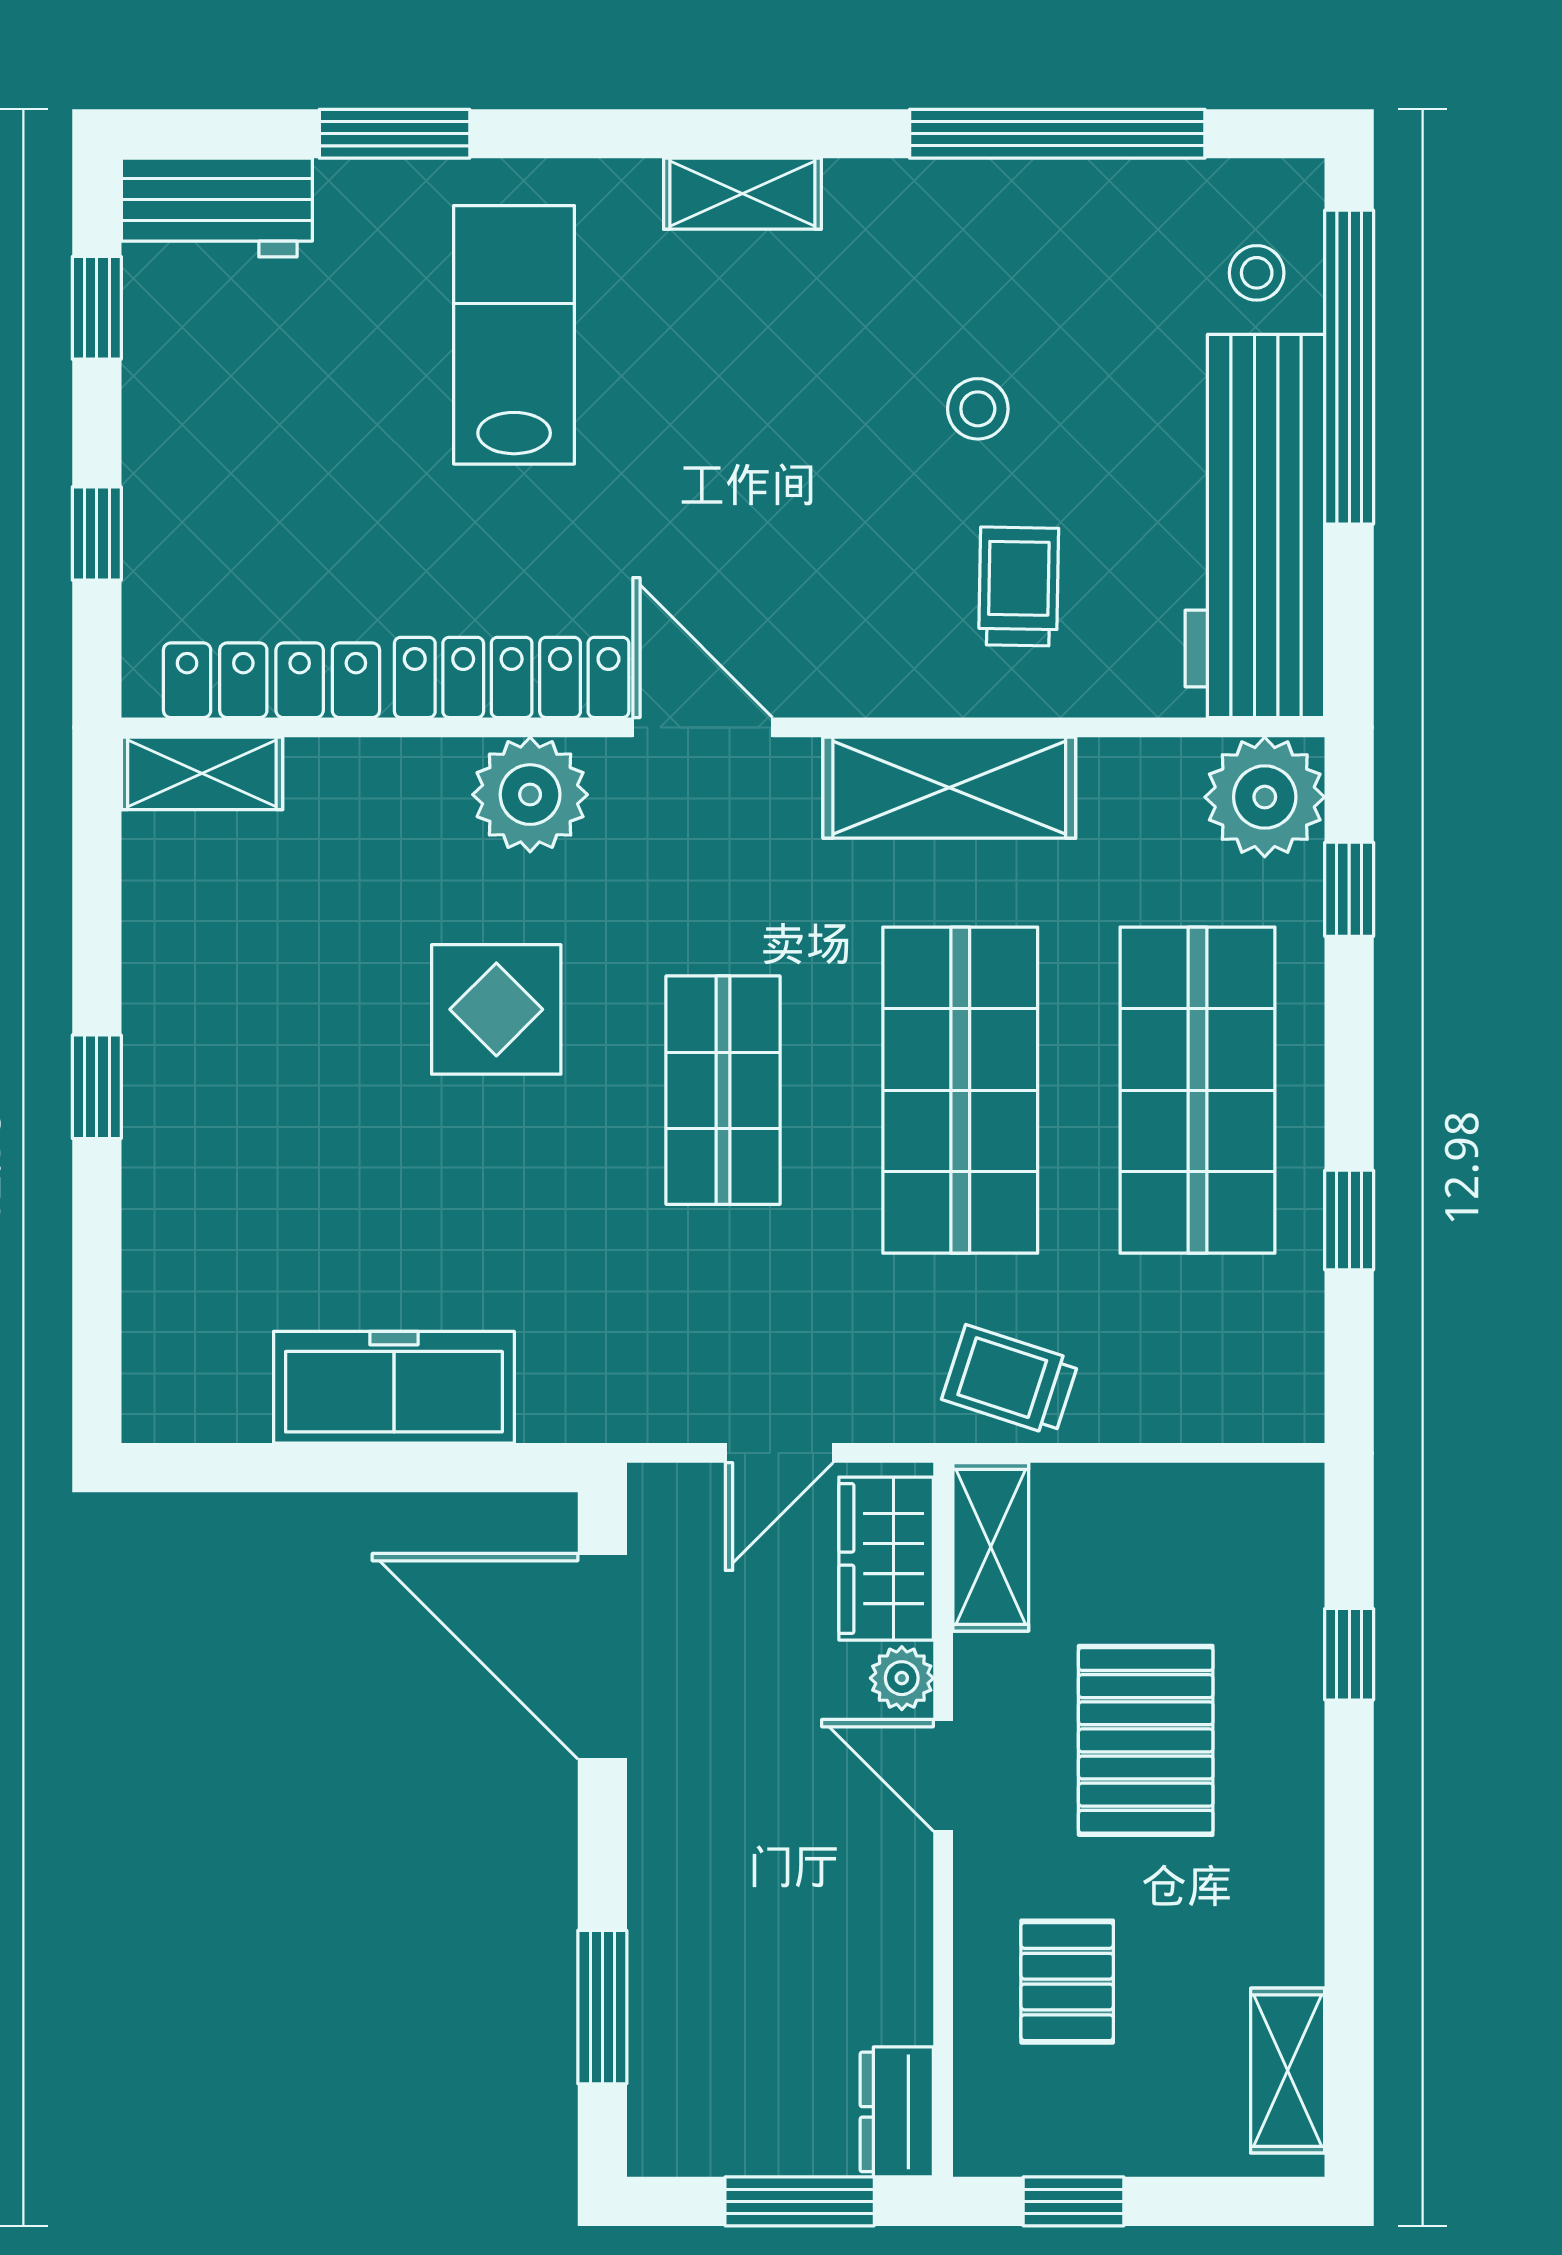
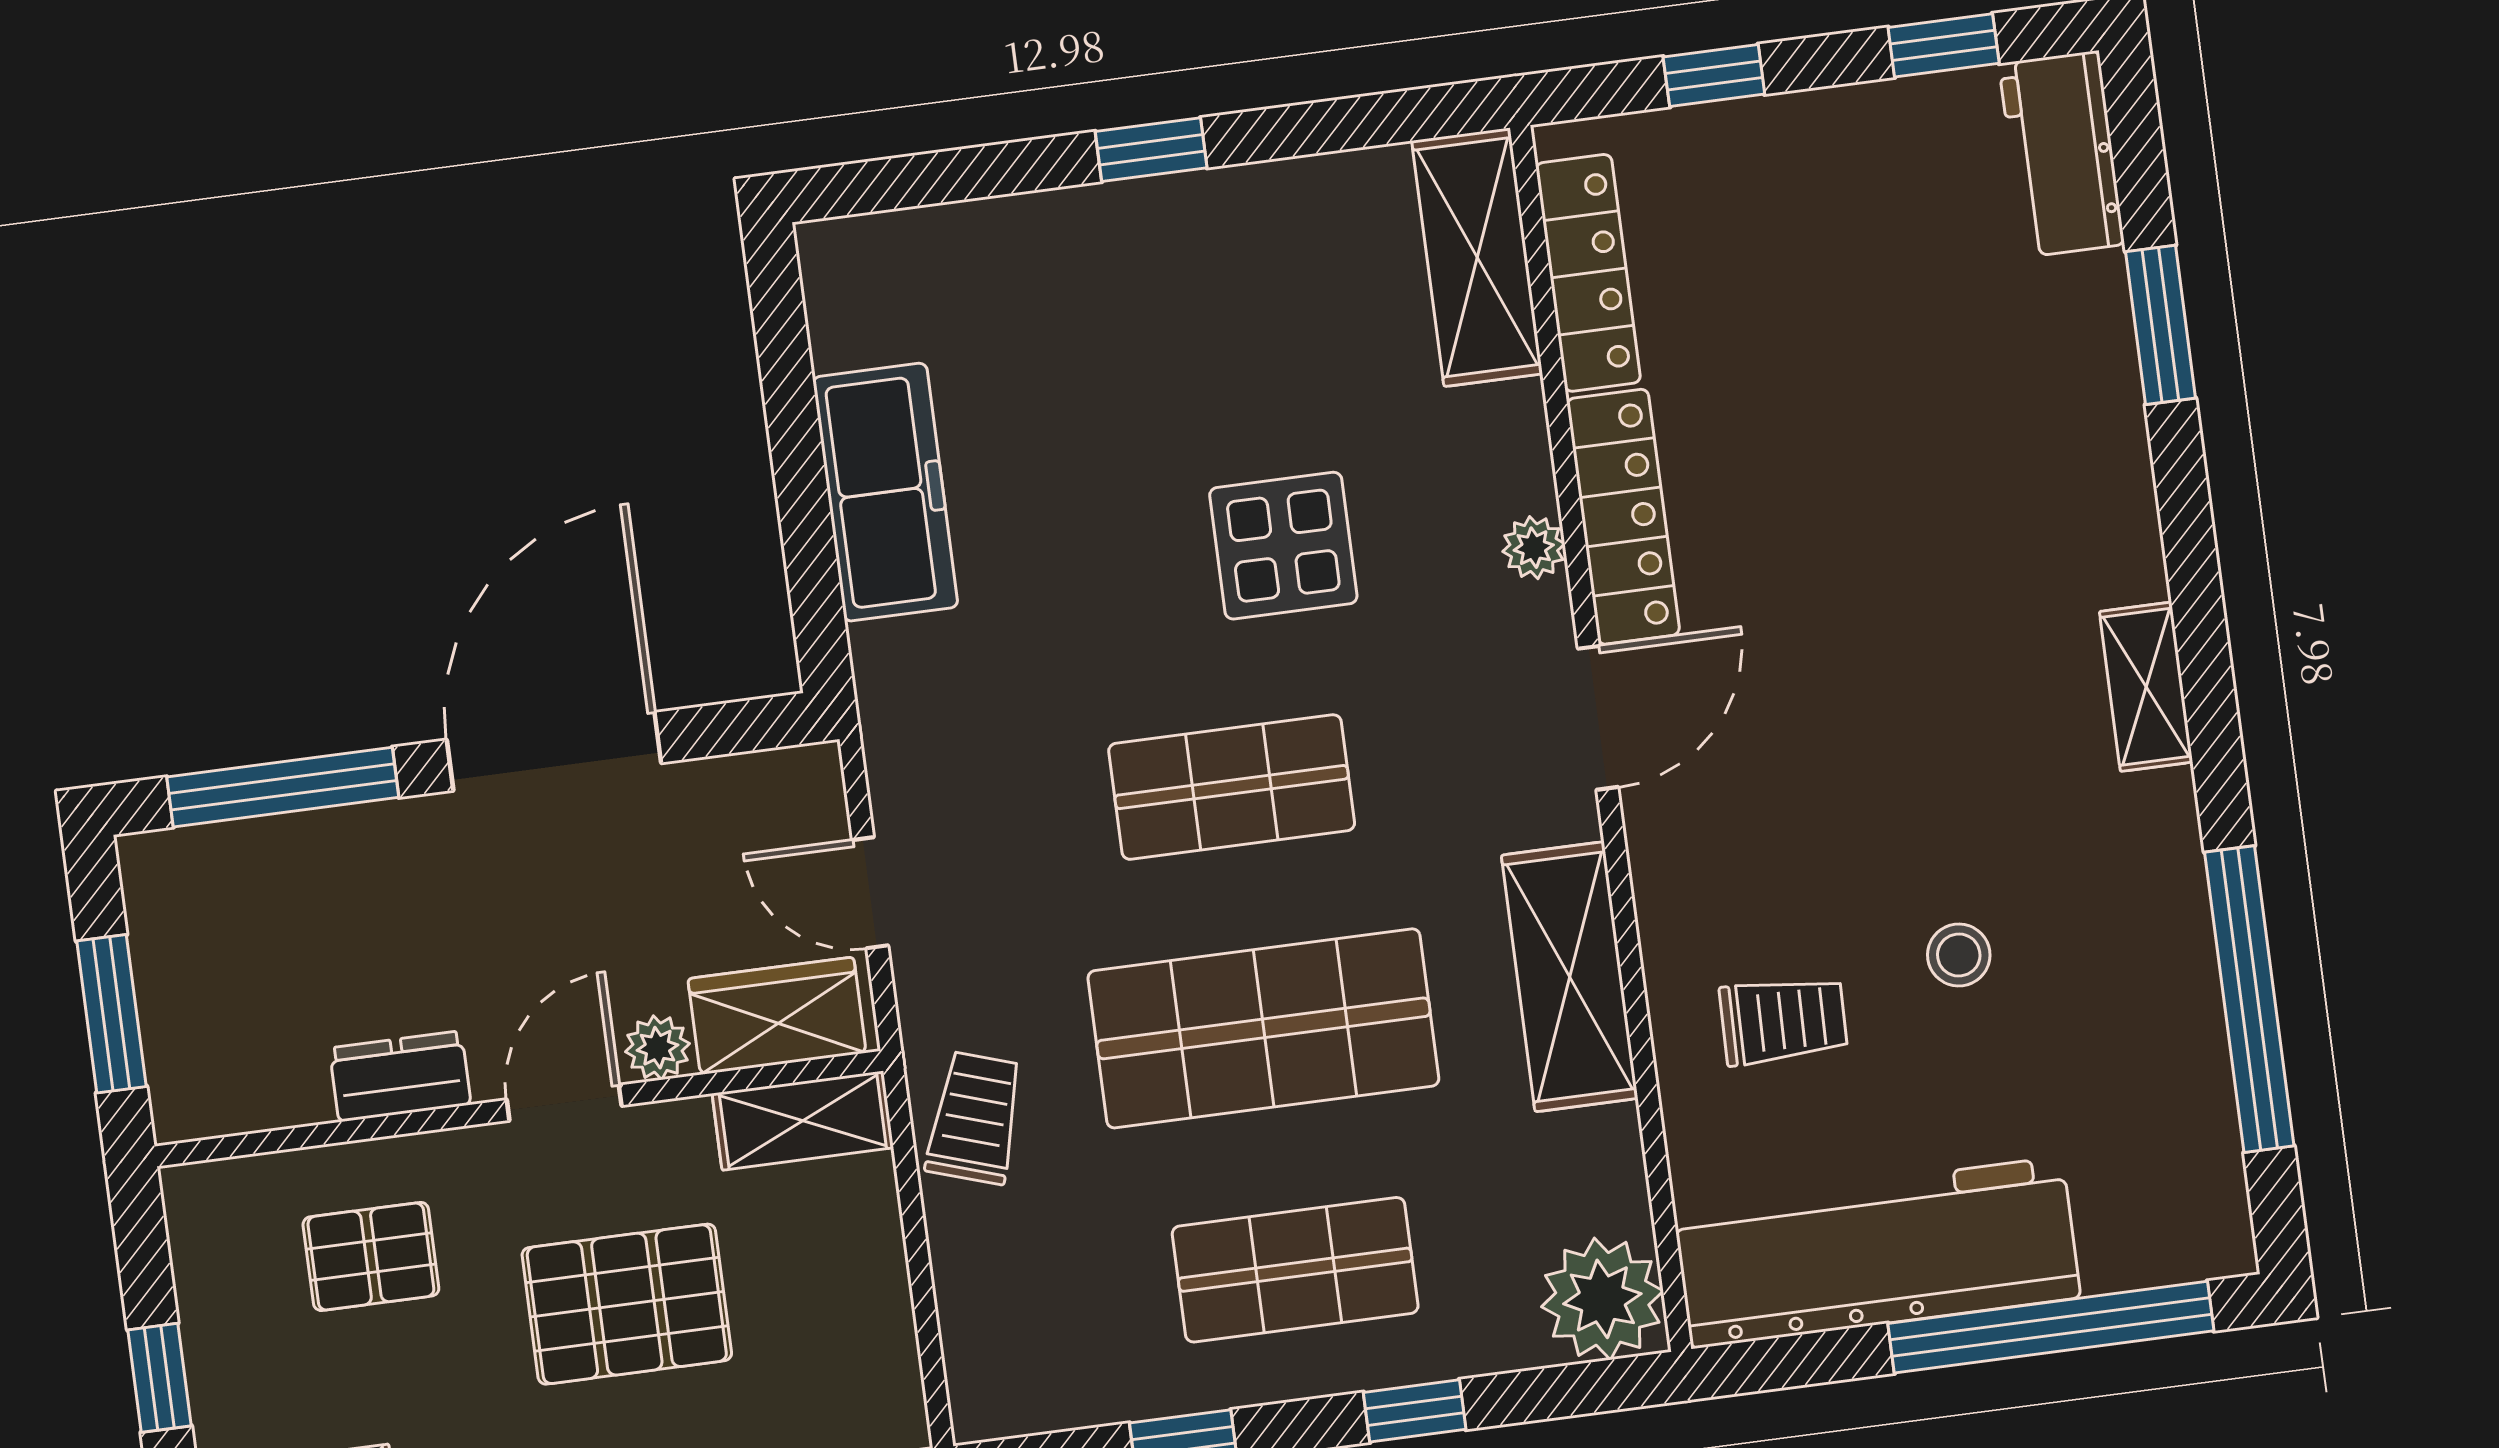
stool: (1257, 273) -> (2134, 1220), removed
lab bench: (514, 335) -> (1972, 473), removed
shelving: (202, 773) -> (1477, 257), width x1.50, depth x1.33
plant: (530, 795) -> (1534, 548), width x0.53, depth x0.53
window: (1349, 889) -> (1415, 1411), moved
shop shelf: (1198, 1090) -> (1295, 1270), width x0.70, depth x0.74
door: (602, 1656) -> (554, 751), moved
window: (602, 2007) -> (283, 787), width x1.44
dresser: (897, 2112) -> (400, 1076), moved
window: (1074, 2201) -> (159, 1378), moved

